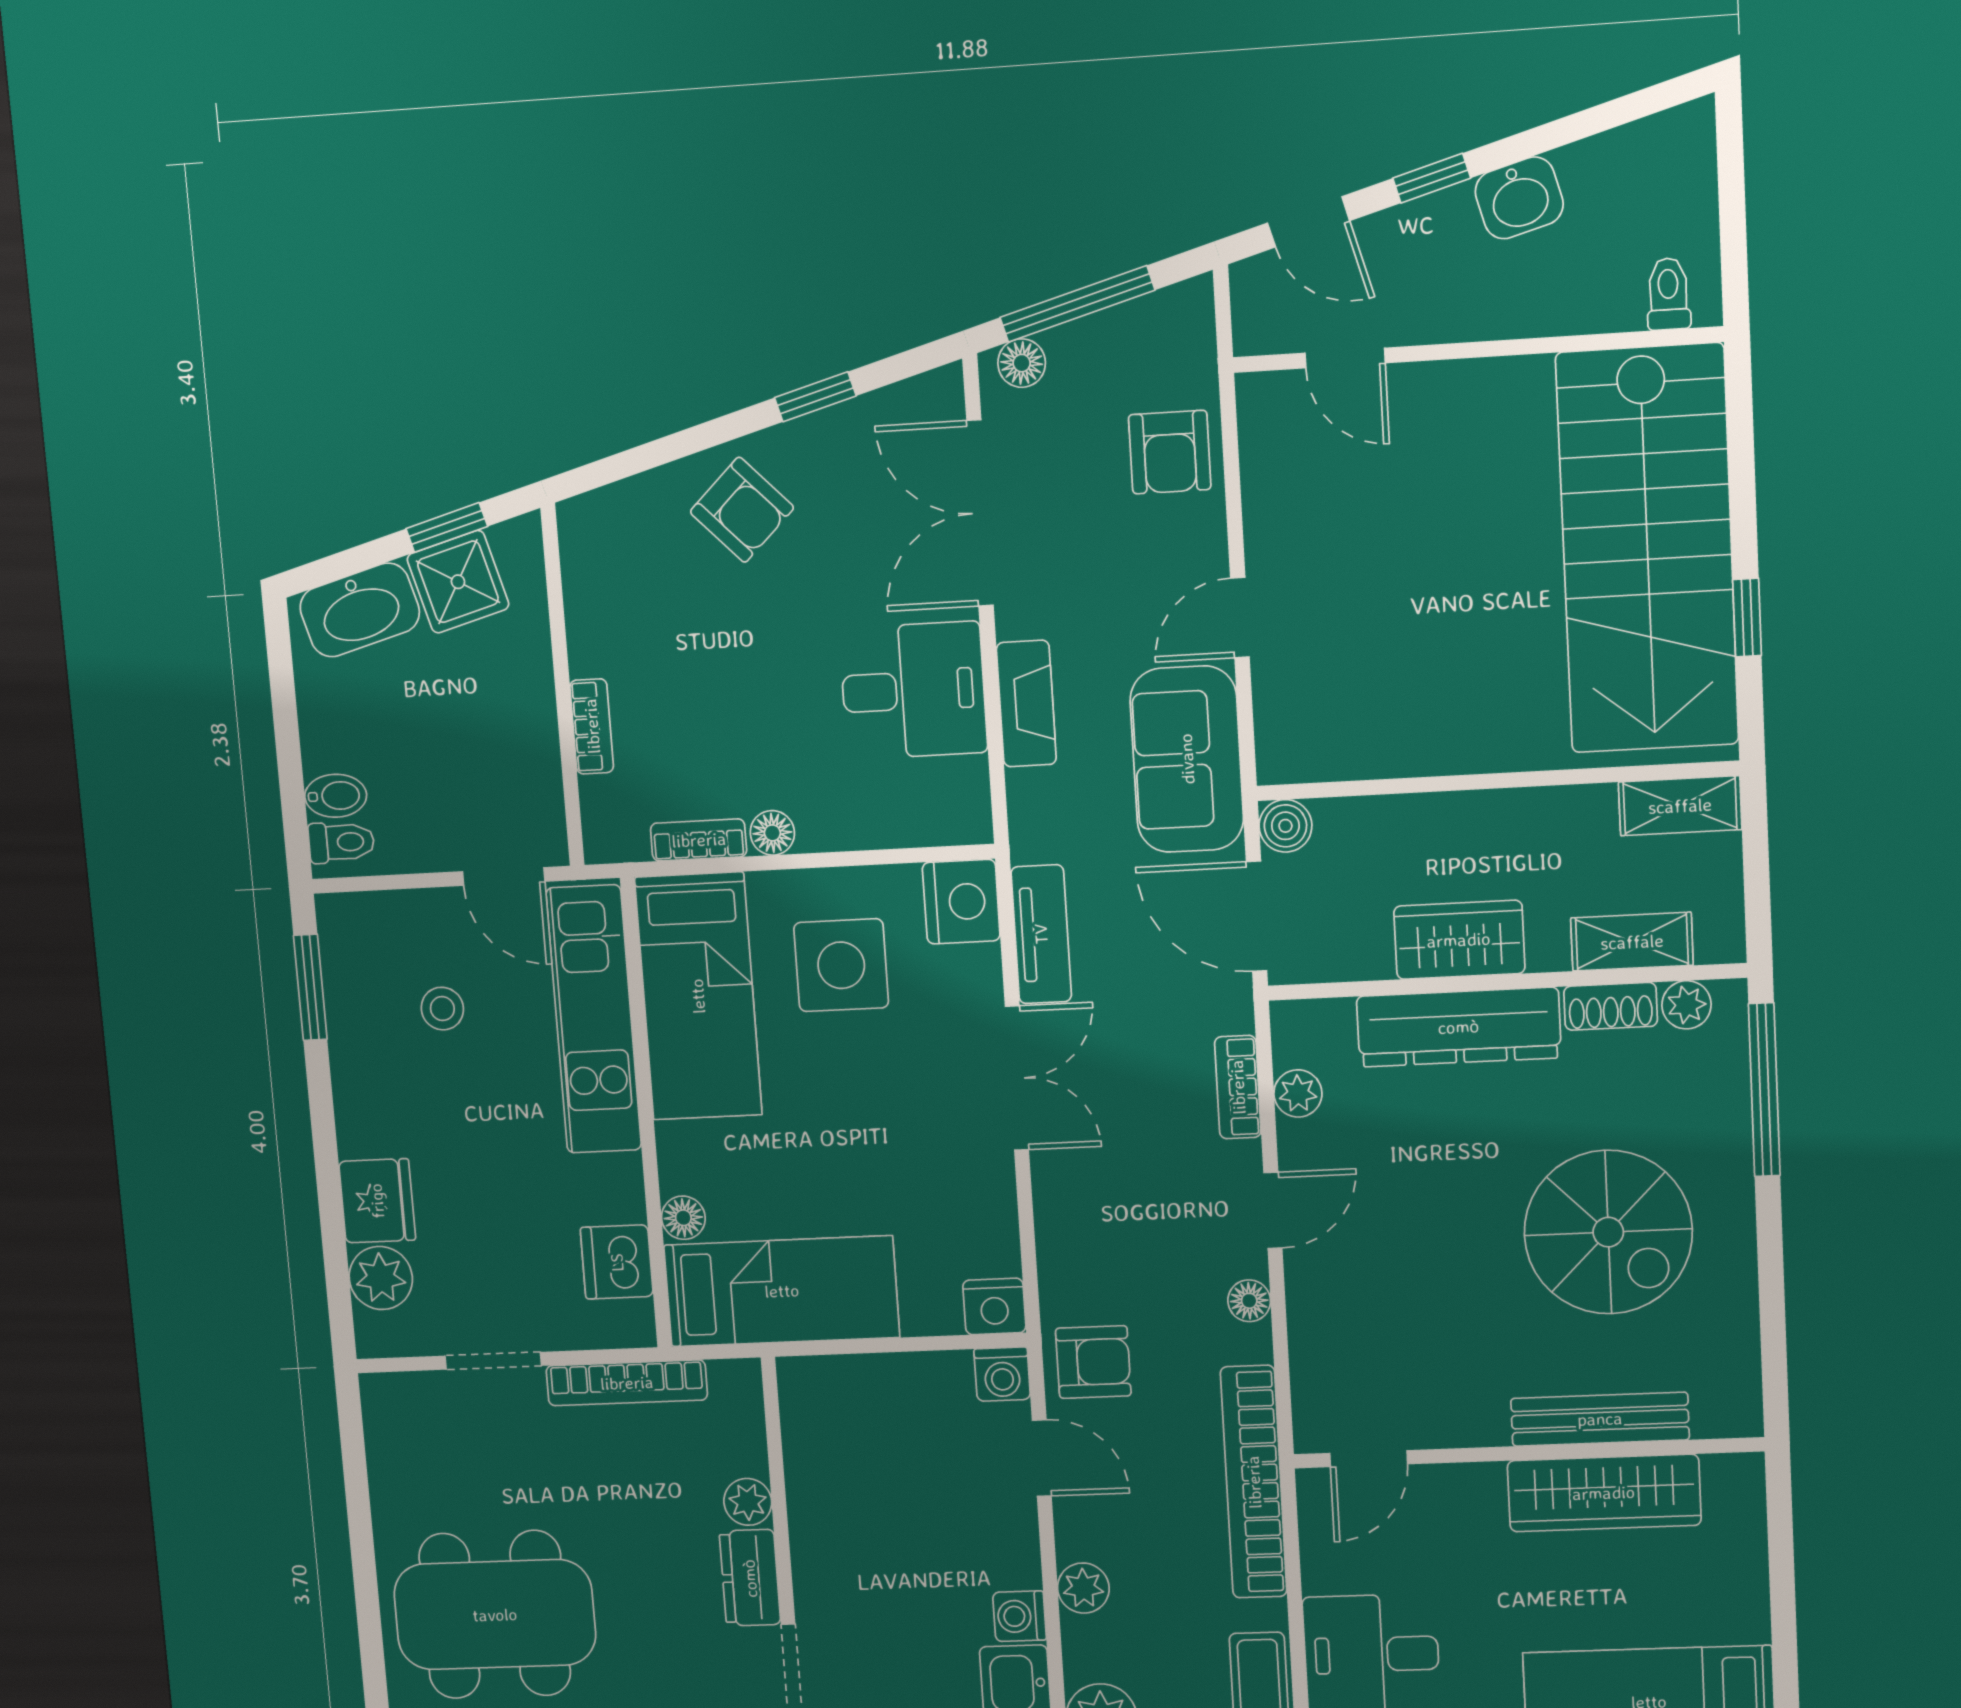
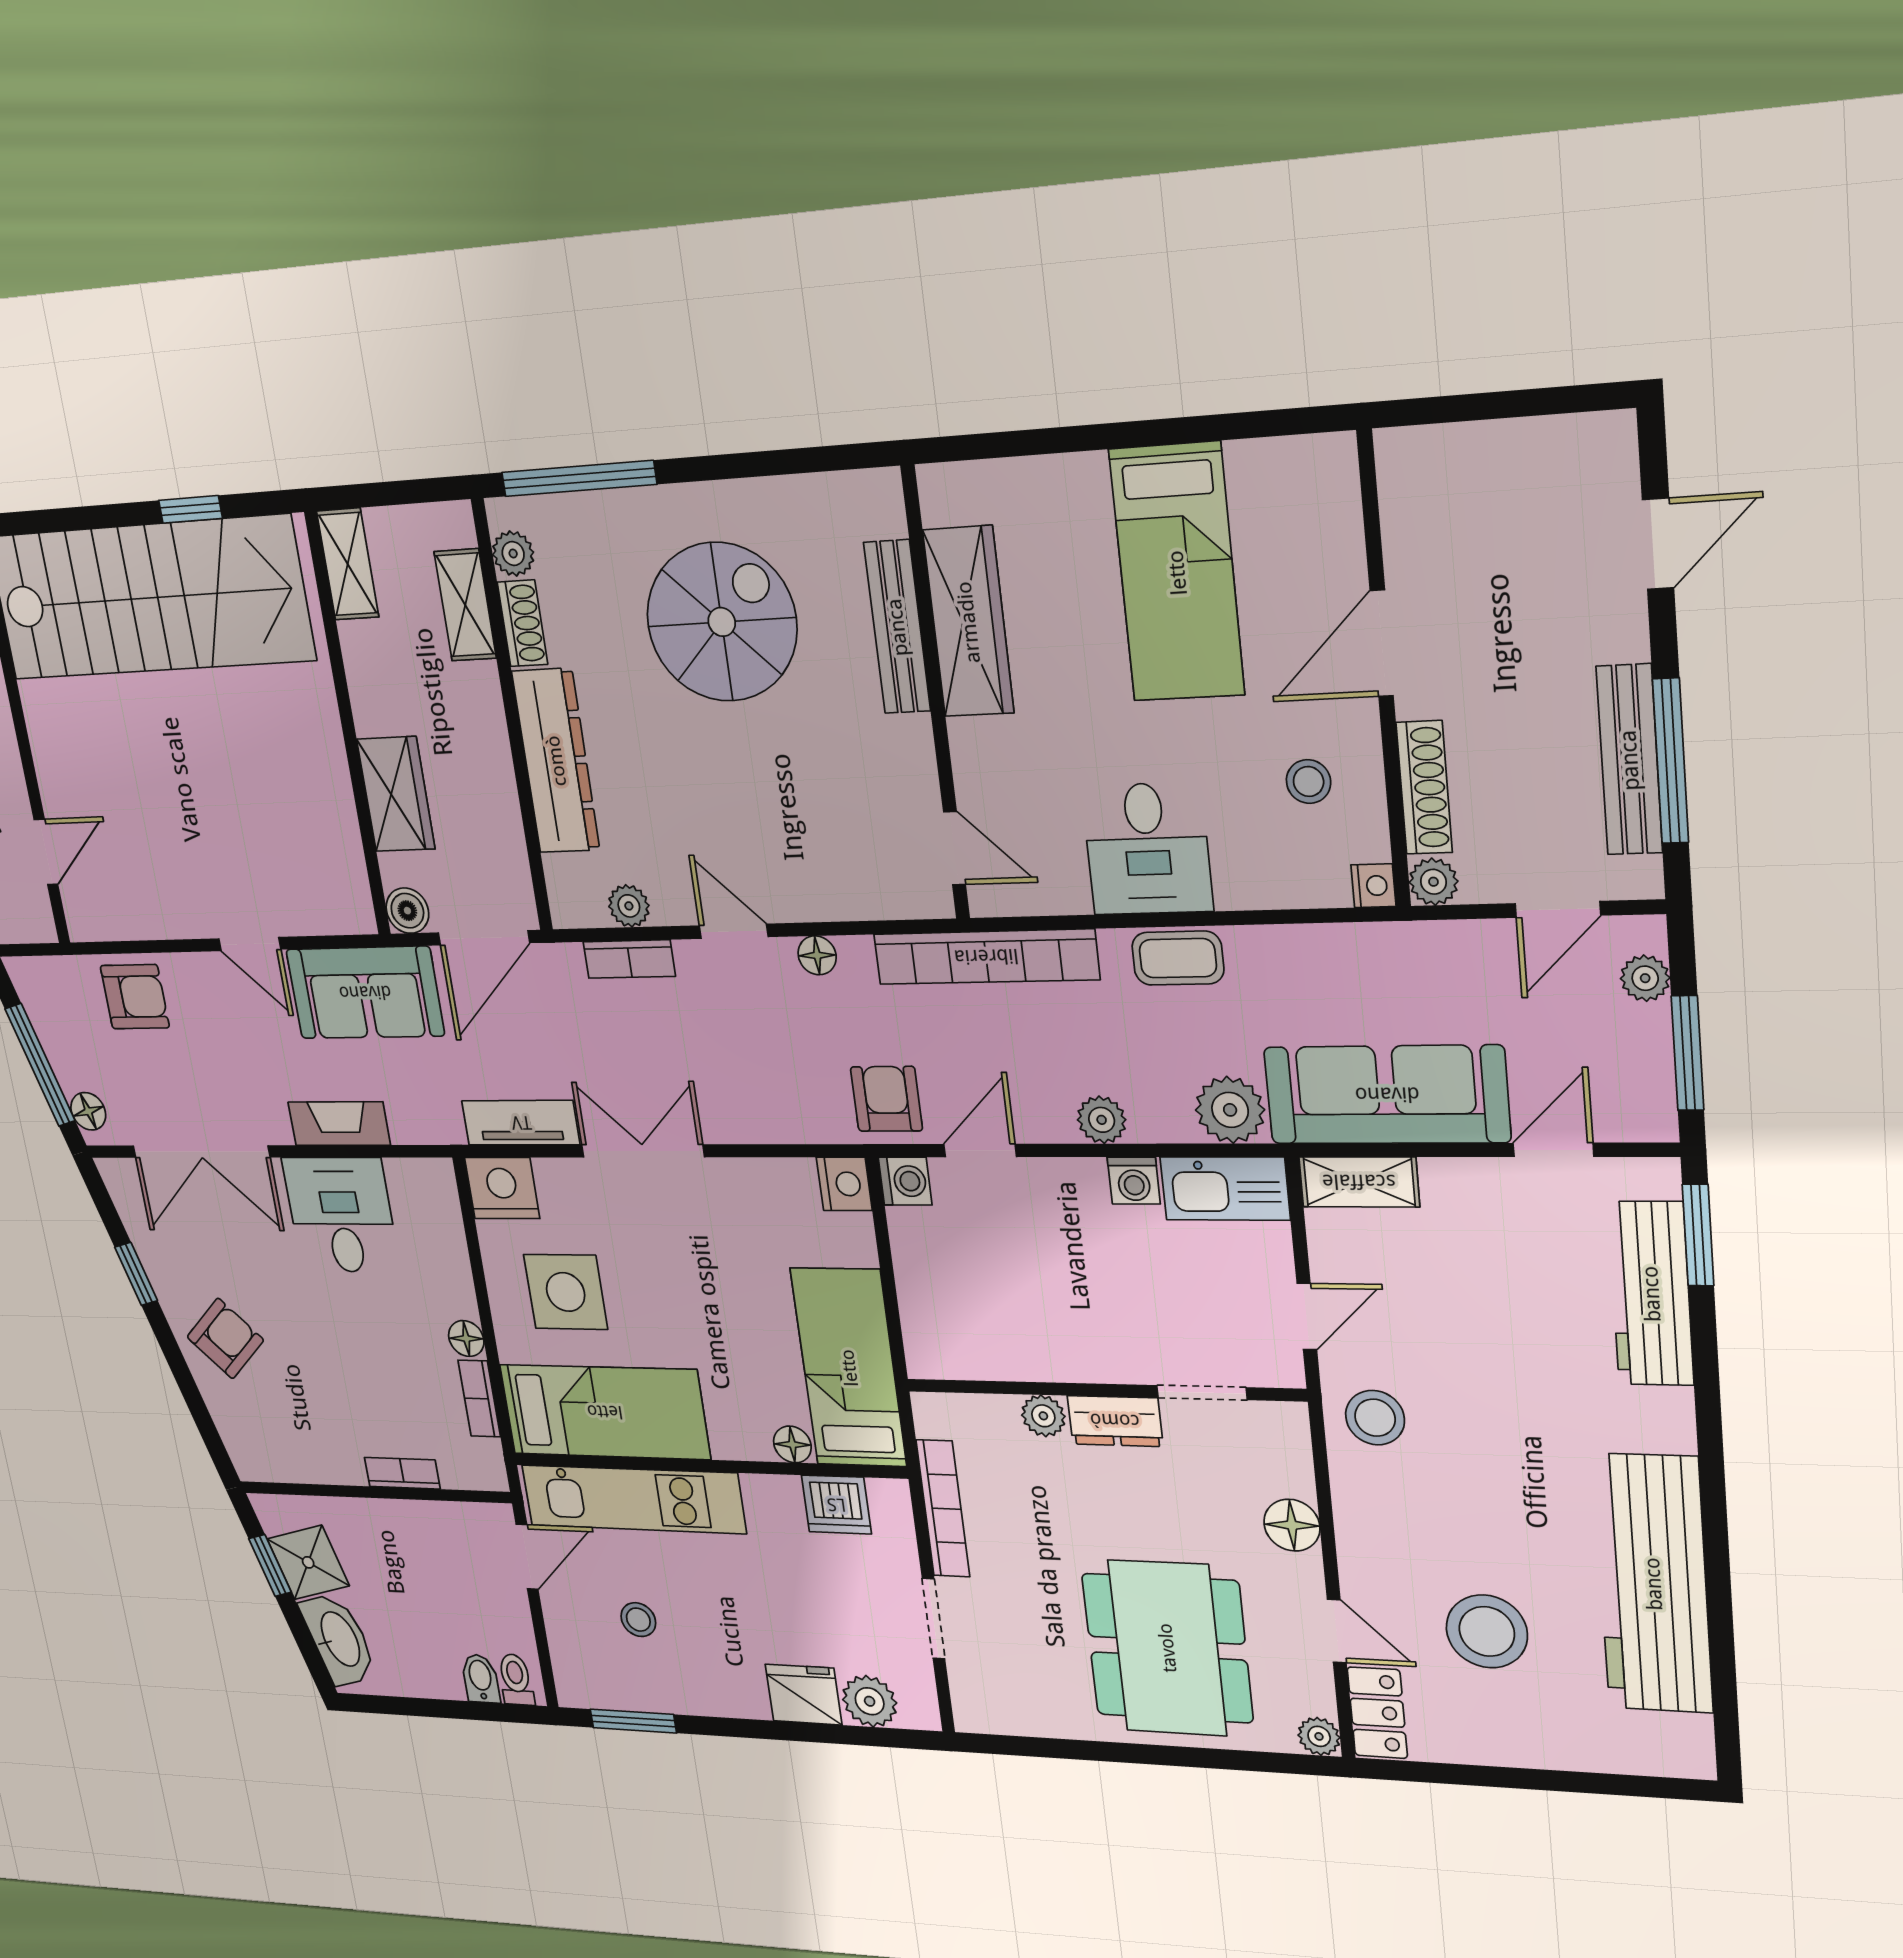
wardrobe: (1459, 940) -> (396, 794), moved, turned 180

